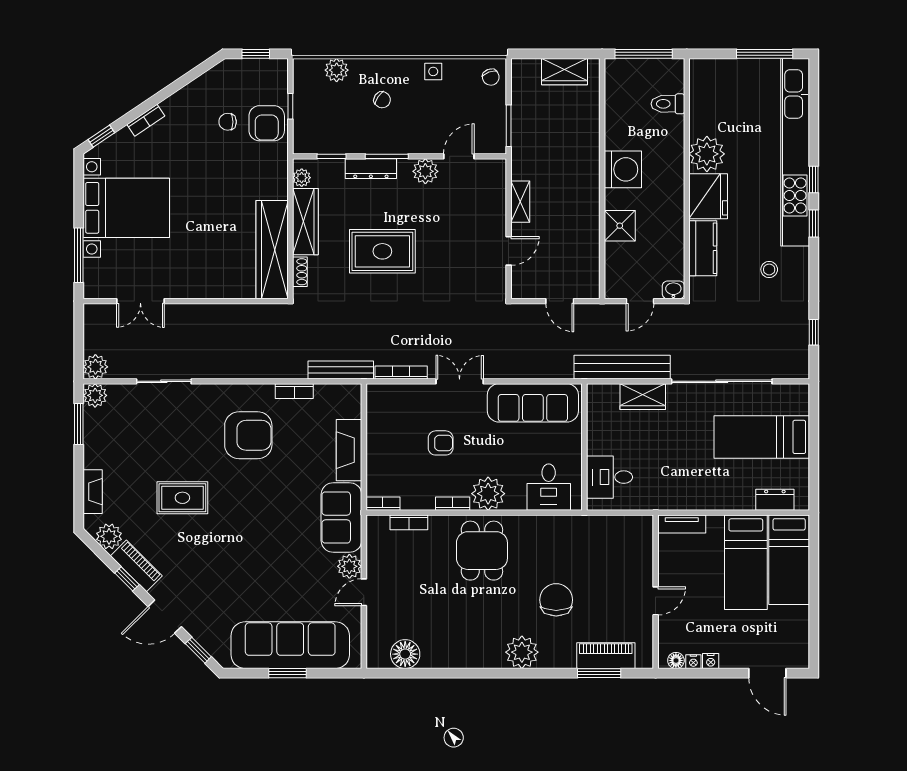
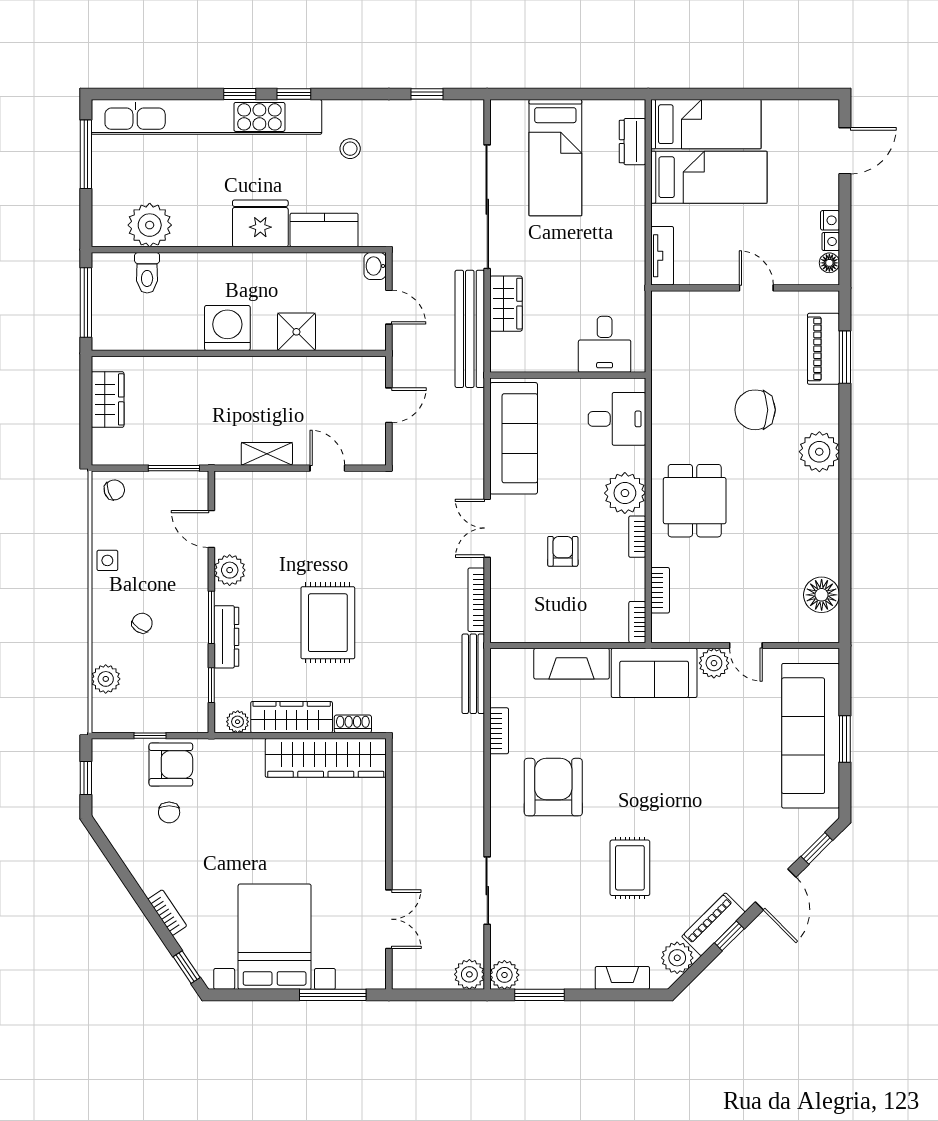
plant: (707, 154) -> (150, 225), moved
dining table: (482, 551) -> (695, 501), turned 90

